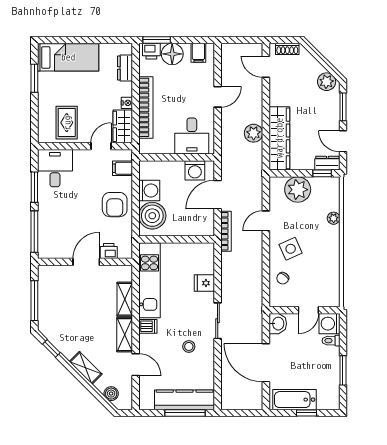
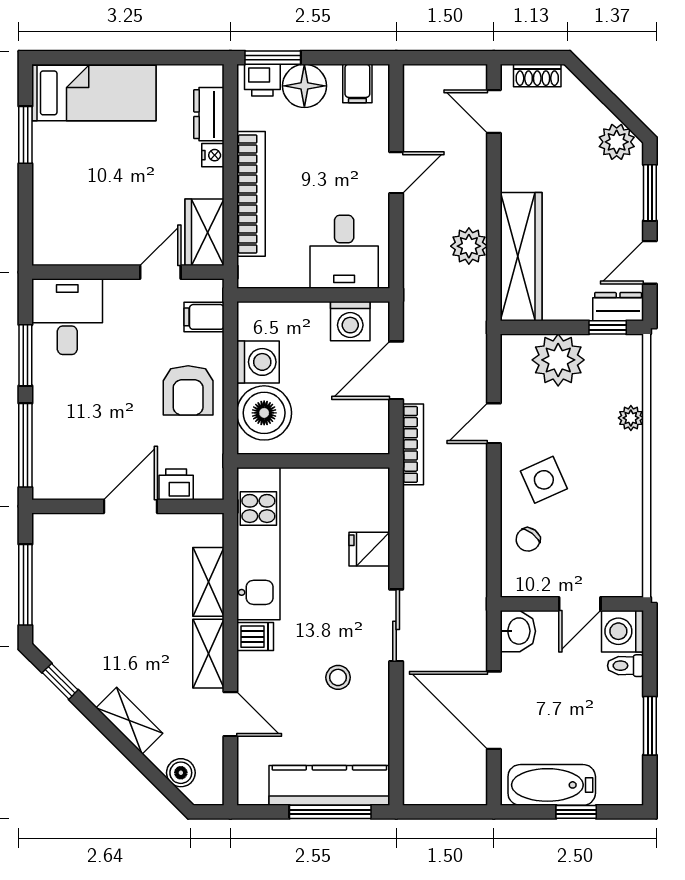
nightstand: (127, 103) -> (213, 155), moved
rug: (67, 123) -> (91, 225), removed
door: (343, 141) -> (650, 262), hinge flipped

